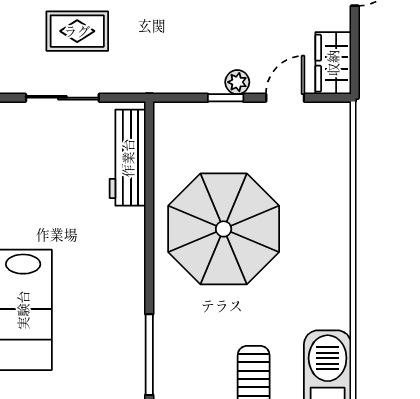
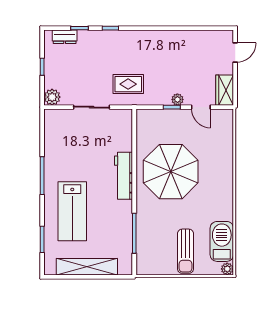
rug: (77, 31) -> (128, 84), moved
door: (285, 98) -> (201, 107), swing flipped
workbench: (128, 158) -> (124, 176), moved

